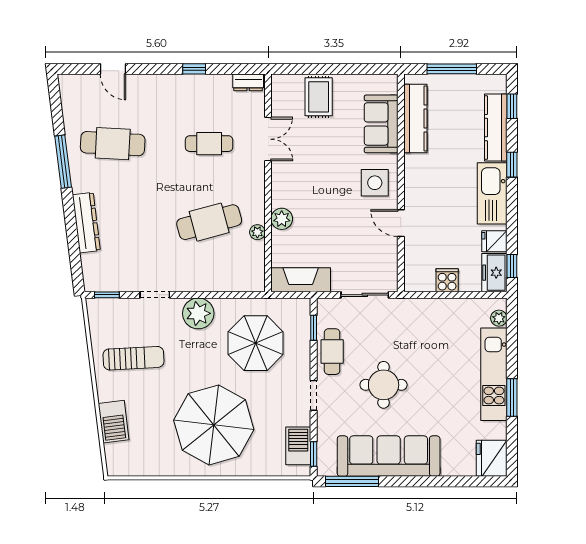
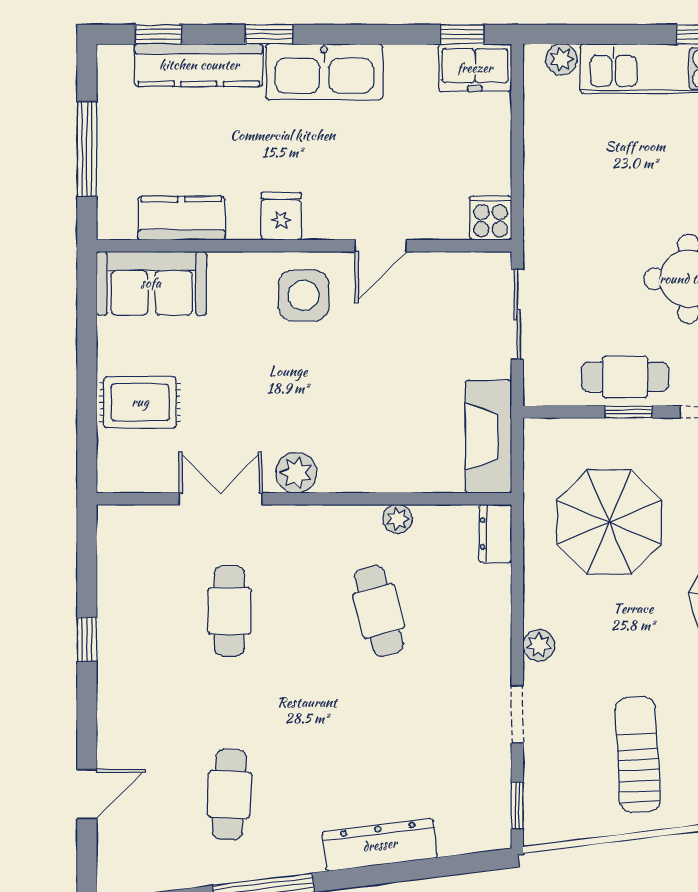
dresser: (248, 82) -> (495, 534), moved, turned 180
kitchen counter: (415, 118) -> (181, 218), width x0.67
sofa: (381, 124) -> (151, 283), moved
cafe table: (113, 144) -> (229, 794), width x0.73, depth x0.74
plant: (282, 219) -> (296, 473), moved
cafe table: (209, 222) -> (379, 611), width x0.73, depth x0.74
fridge: (494, 241) -> (281, 216), moved, turned 180
cooker: (447, 280) -> (491, 218), moved, turned 90
plant: (198, 313) -> (539, 645), width x0.53, depth x0.53
window: (314, 328) -> (629, 412), moved

